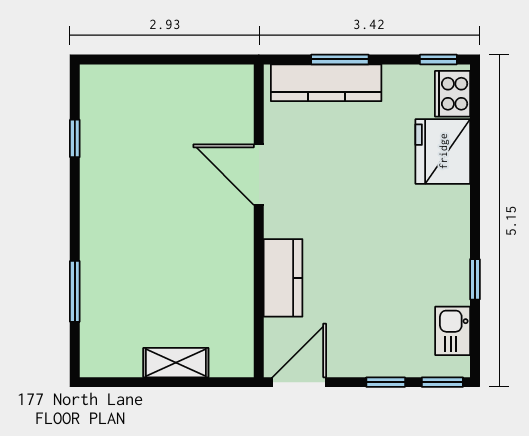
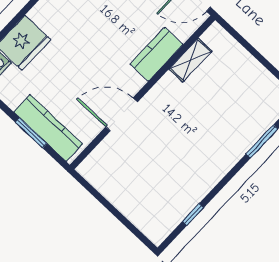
door: (259, 175) -> (122, 114), swing flipped
shelving: (176, 363) -> (190, 60), moved, turned 90

